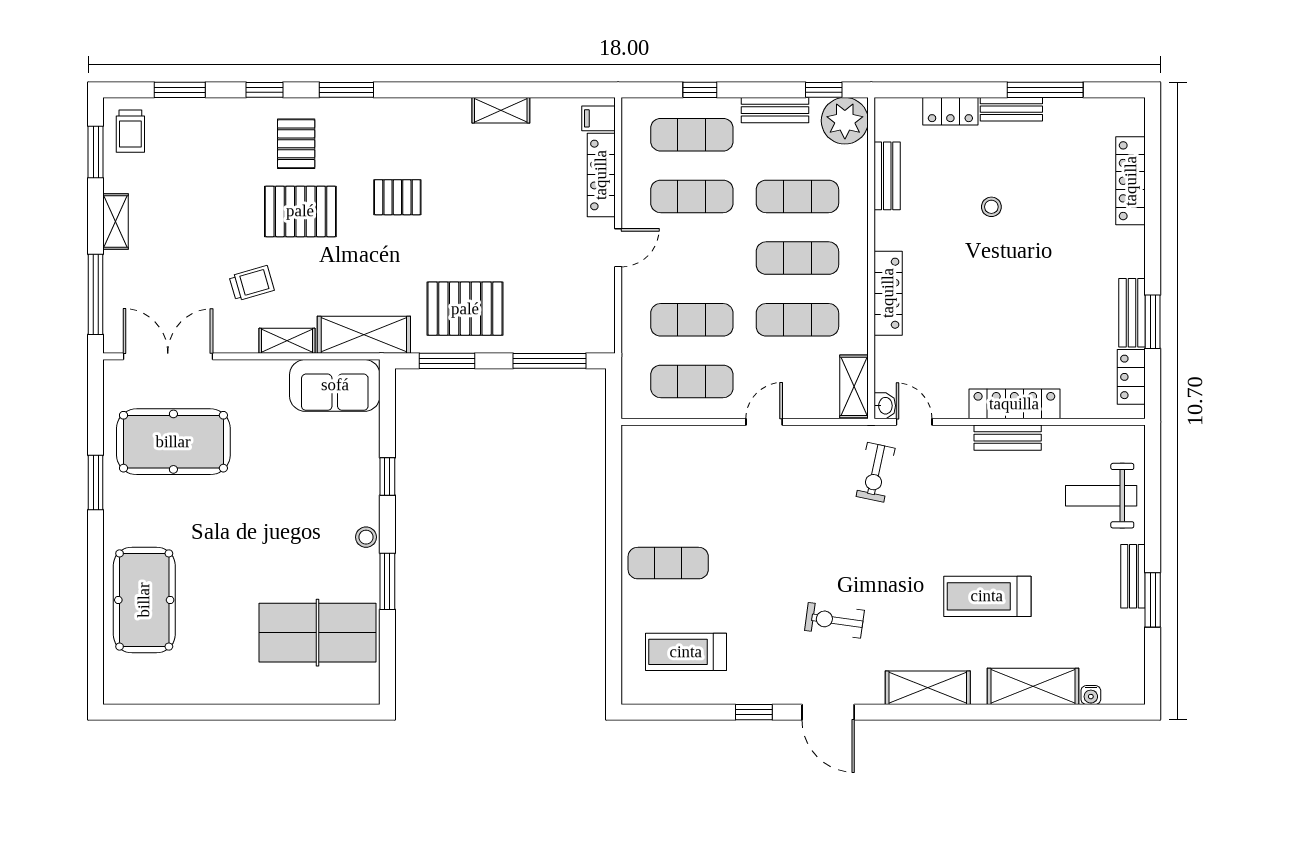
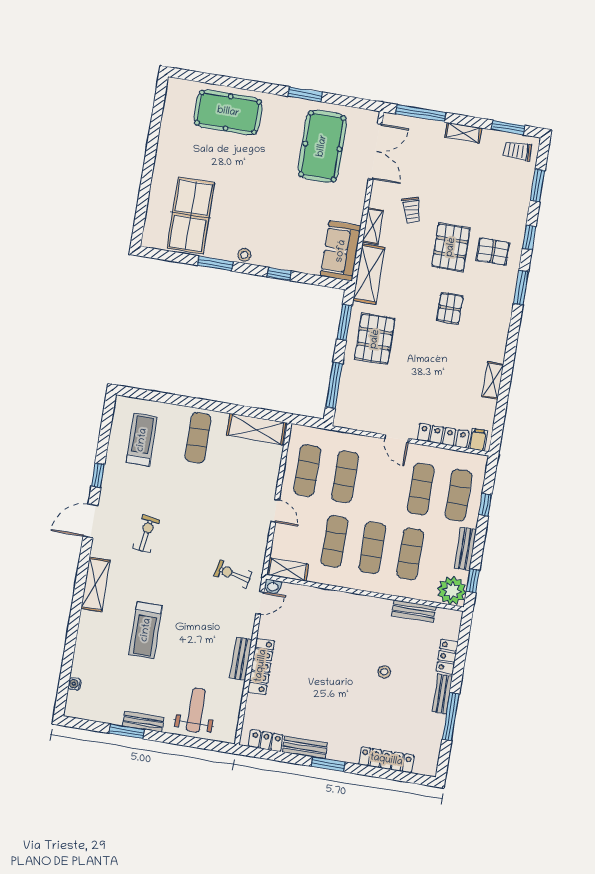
locker: (888, 293) -> (342, 600), removed
window: (1153, 322) -> (328, 764), moved
treadmill: (987, 596) -> (146, 630), turned 180
shelving: (1033, 686) -> (256, 429), moved, turned 90

